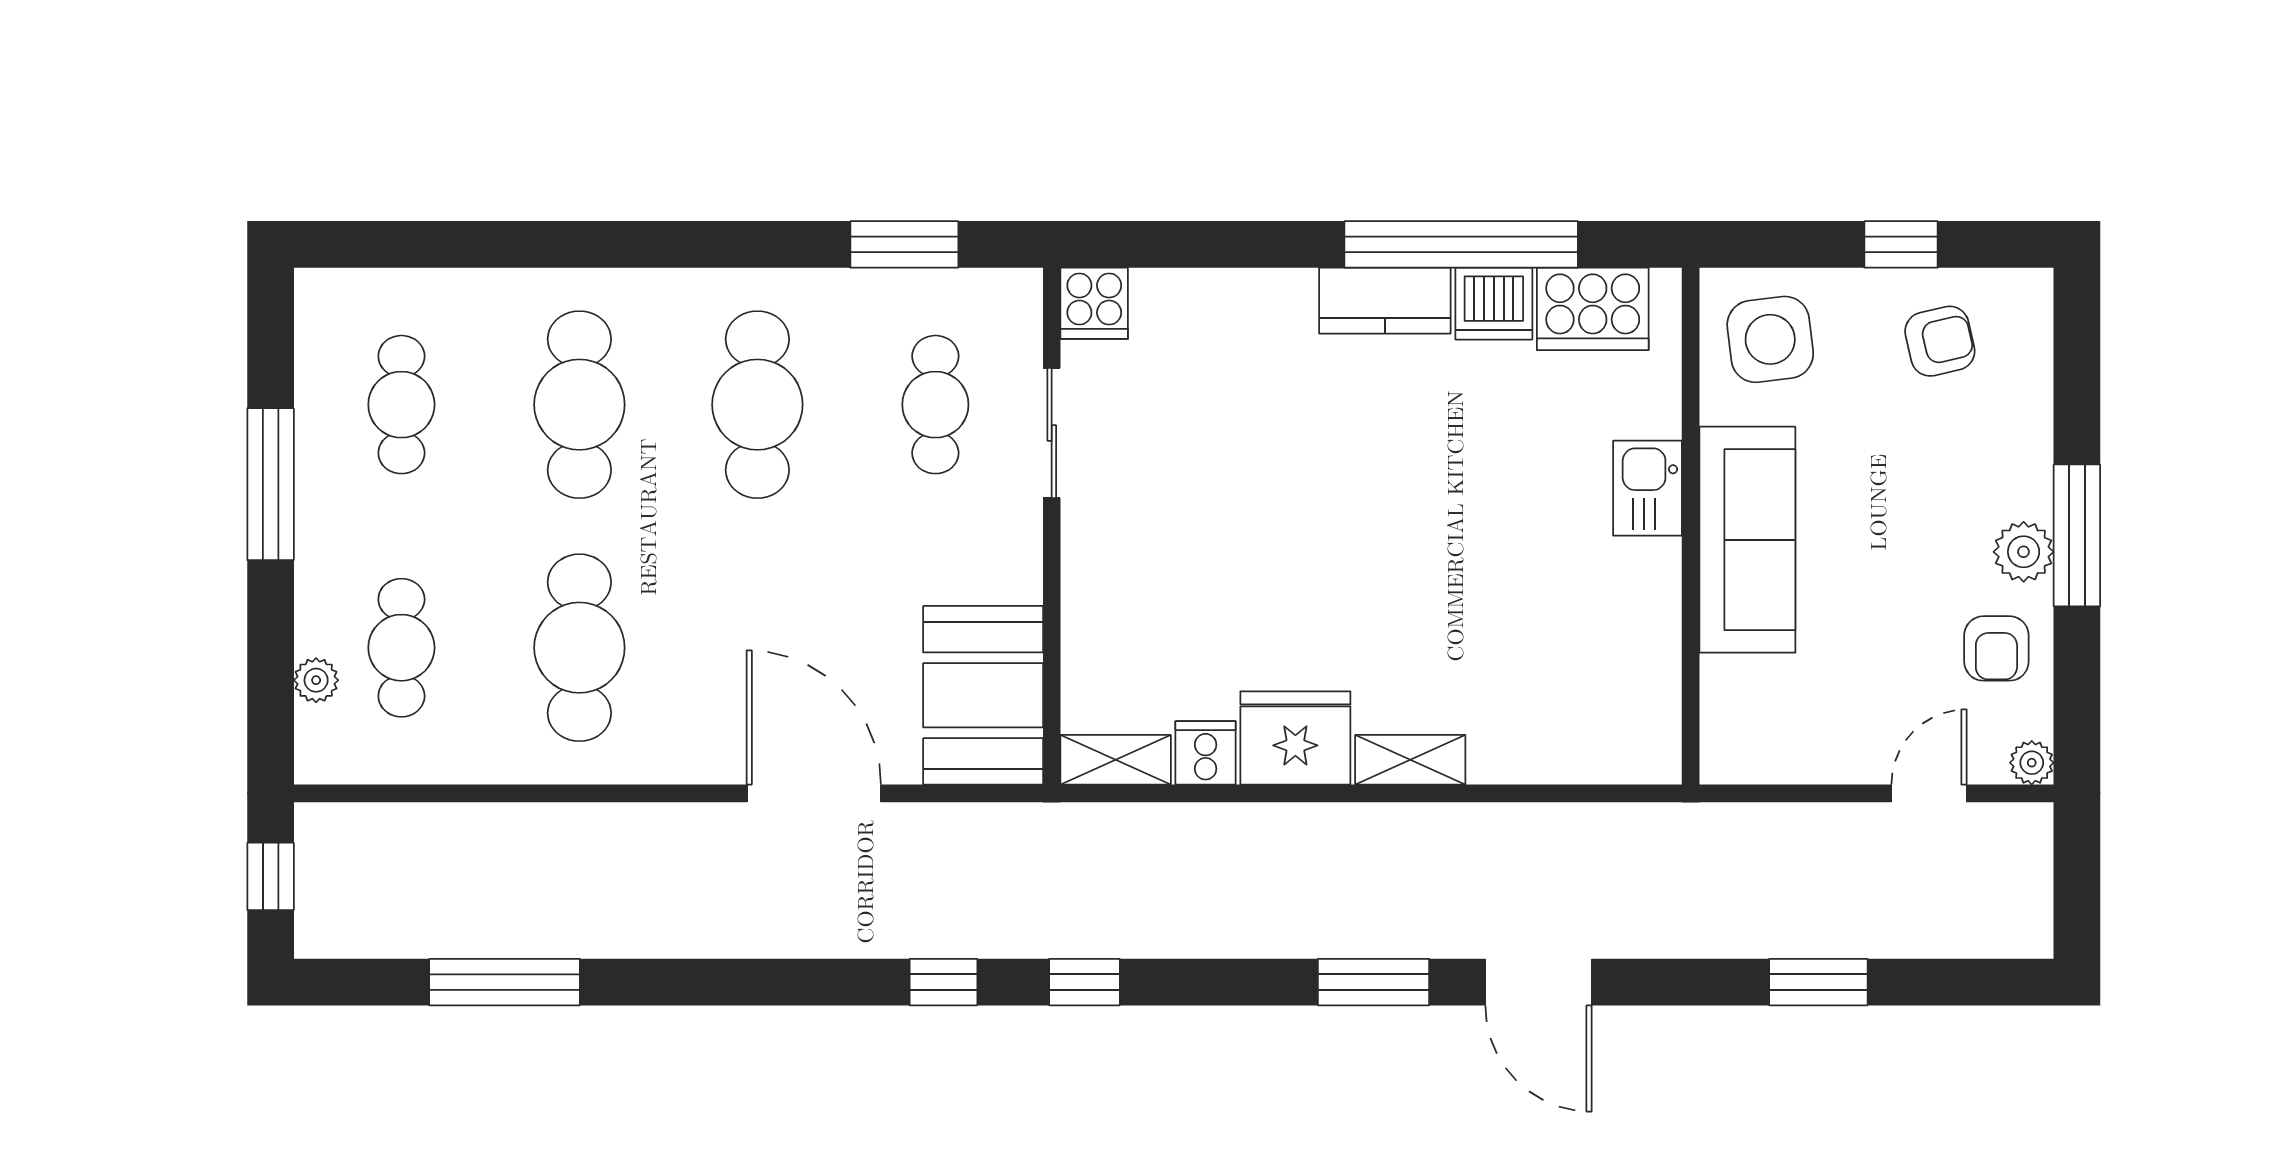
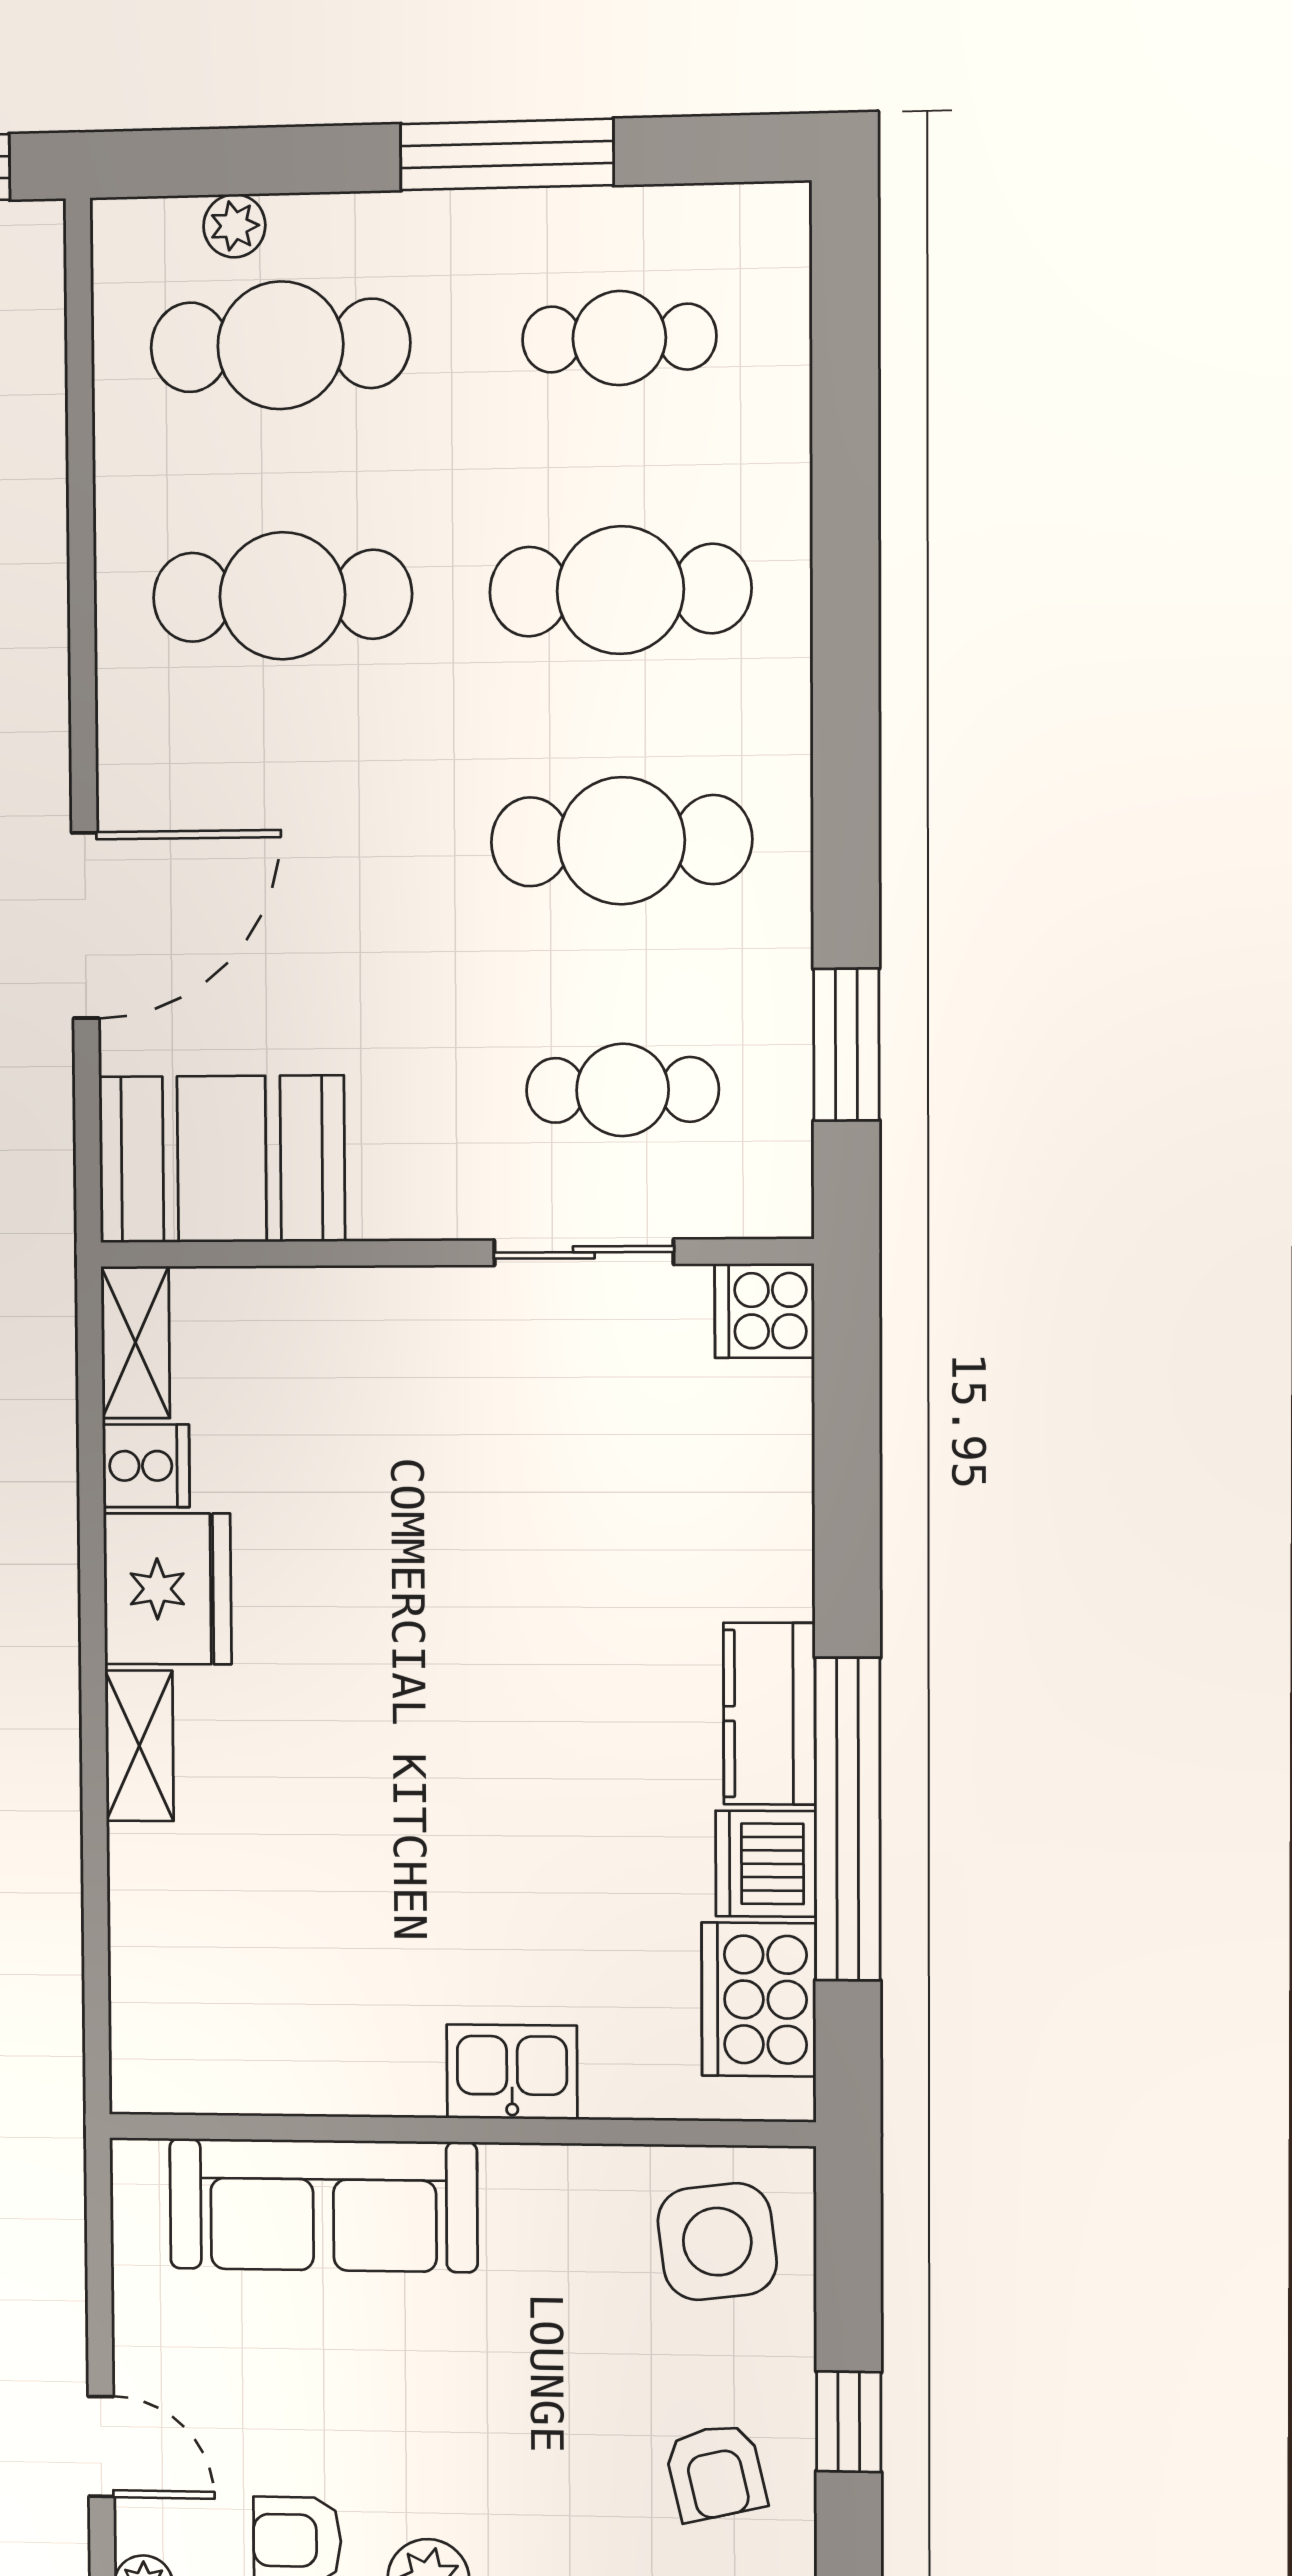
sofa: (1747, 540) -> (323, 2205), moved
cafe table: (401, 648) -> (280, 345), width x1.37, depth x1.35

